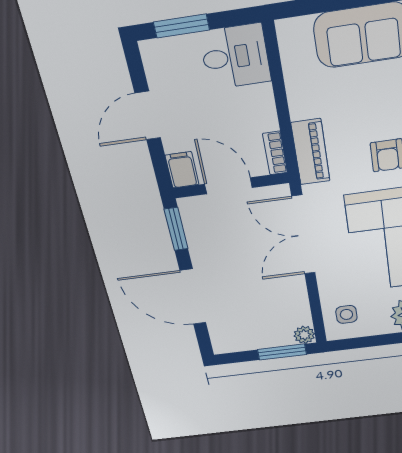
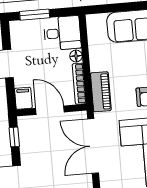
floor lamp: (263, 95) -> (76, 56), added
bookcase: (275, 153) -> (79, 84), width x1.56
window: (176, 229) -> (14, 137), width x0.67

